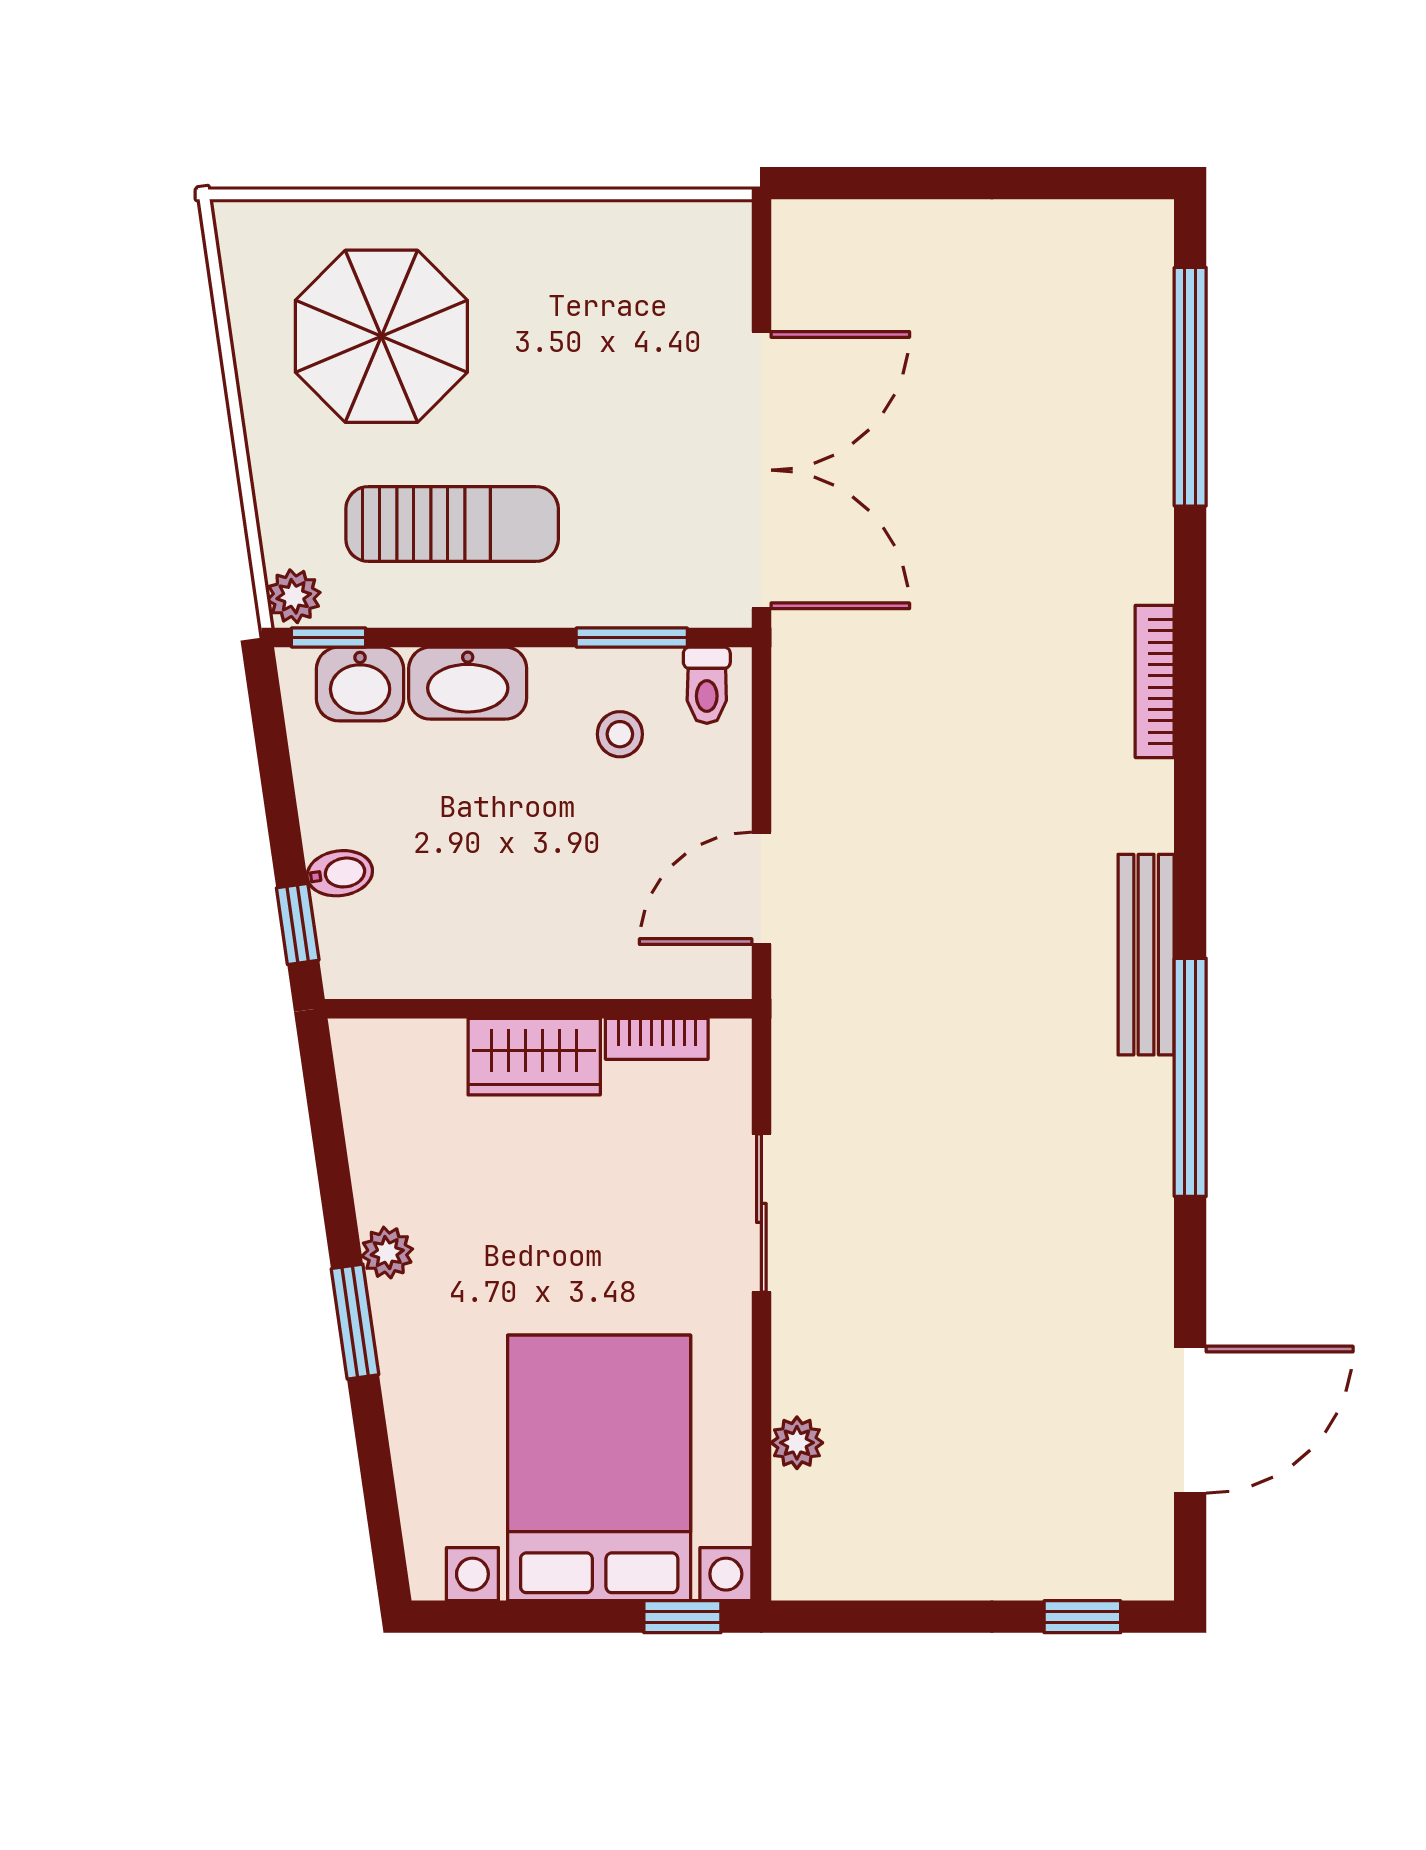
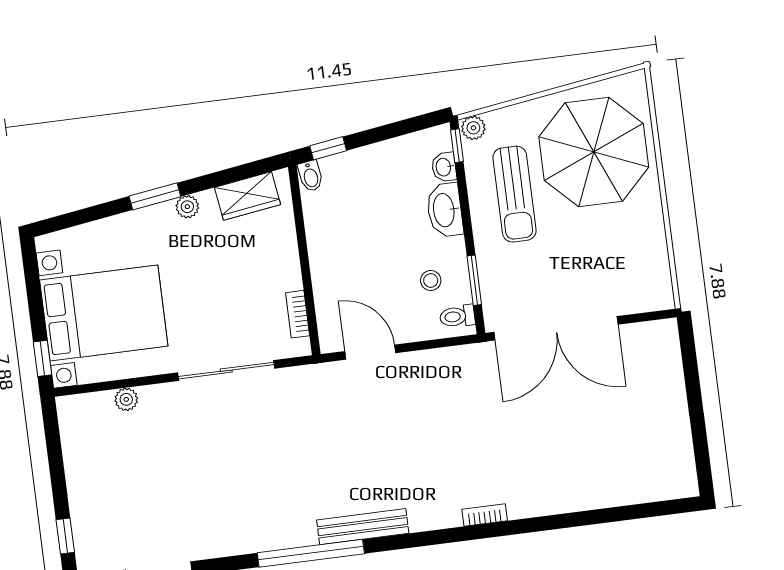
parasol: (381, 336) -> (594, 152), width x1.36, depth x1.36
window: (1190, 387) -> (617, 514), removed
bookcase: (1155, 681) -> (485, 515), width x0.64
washbasin: (360, 684) -> (444, 167), width x0.72, depth x0.69
bidet: (340, 873) -> (310, 176), moved
wardrobe: (534, 1057) -> (247, 196), moved, turned -98
sliding door: (761, 1213) -> (226, 371), width x1.37

